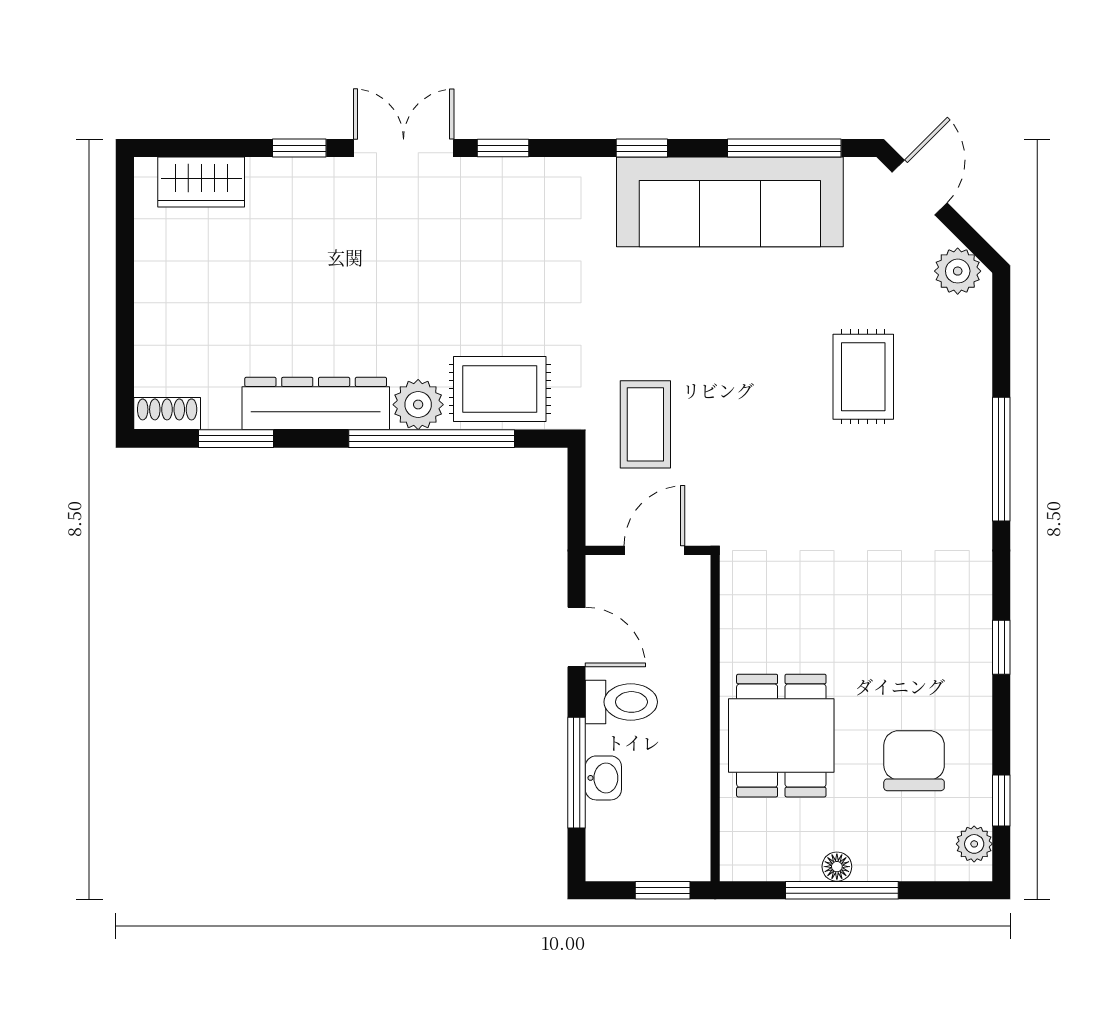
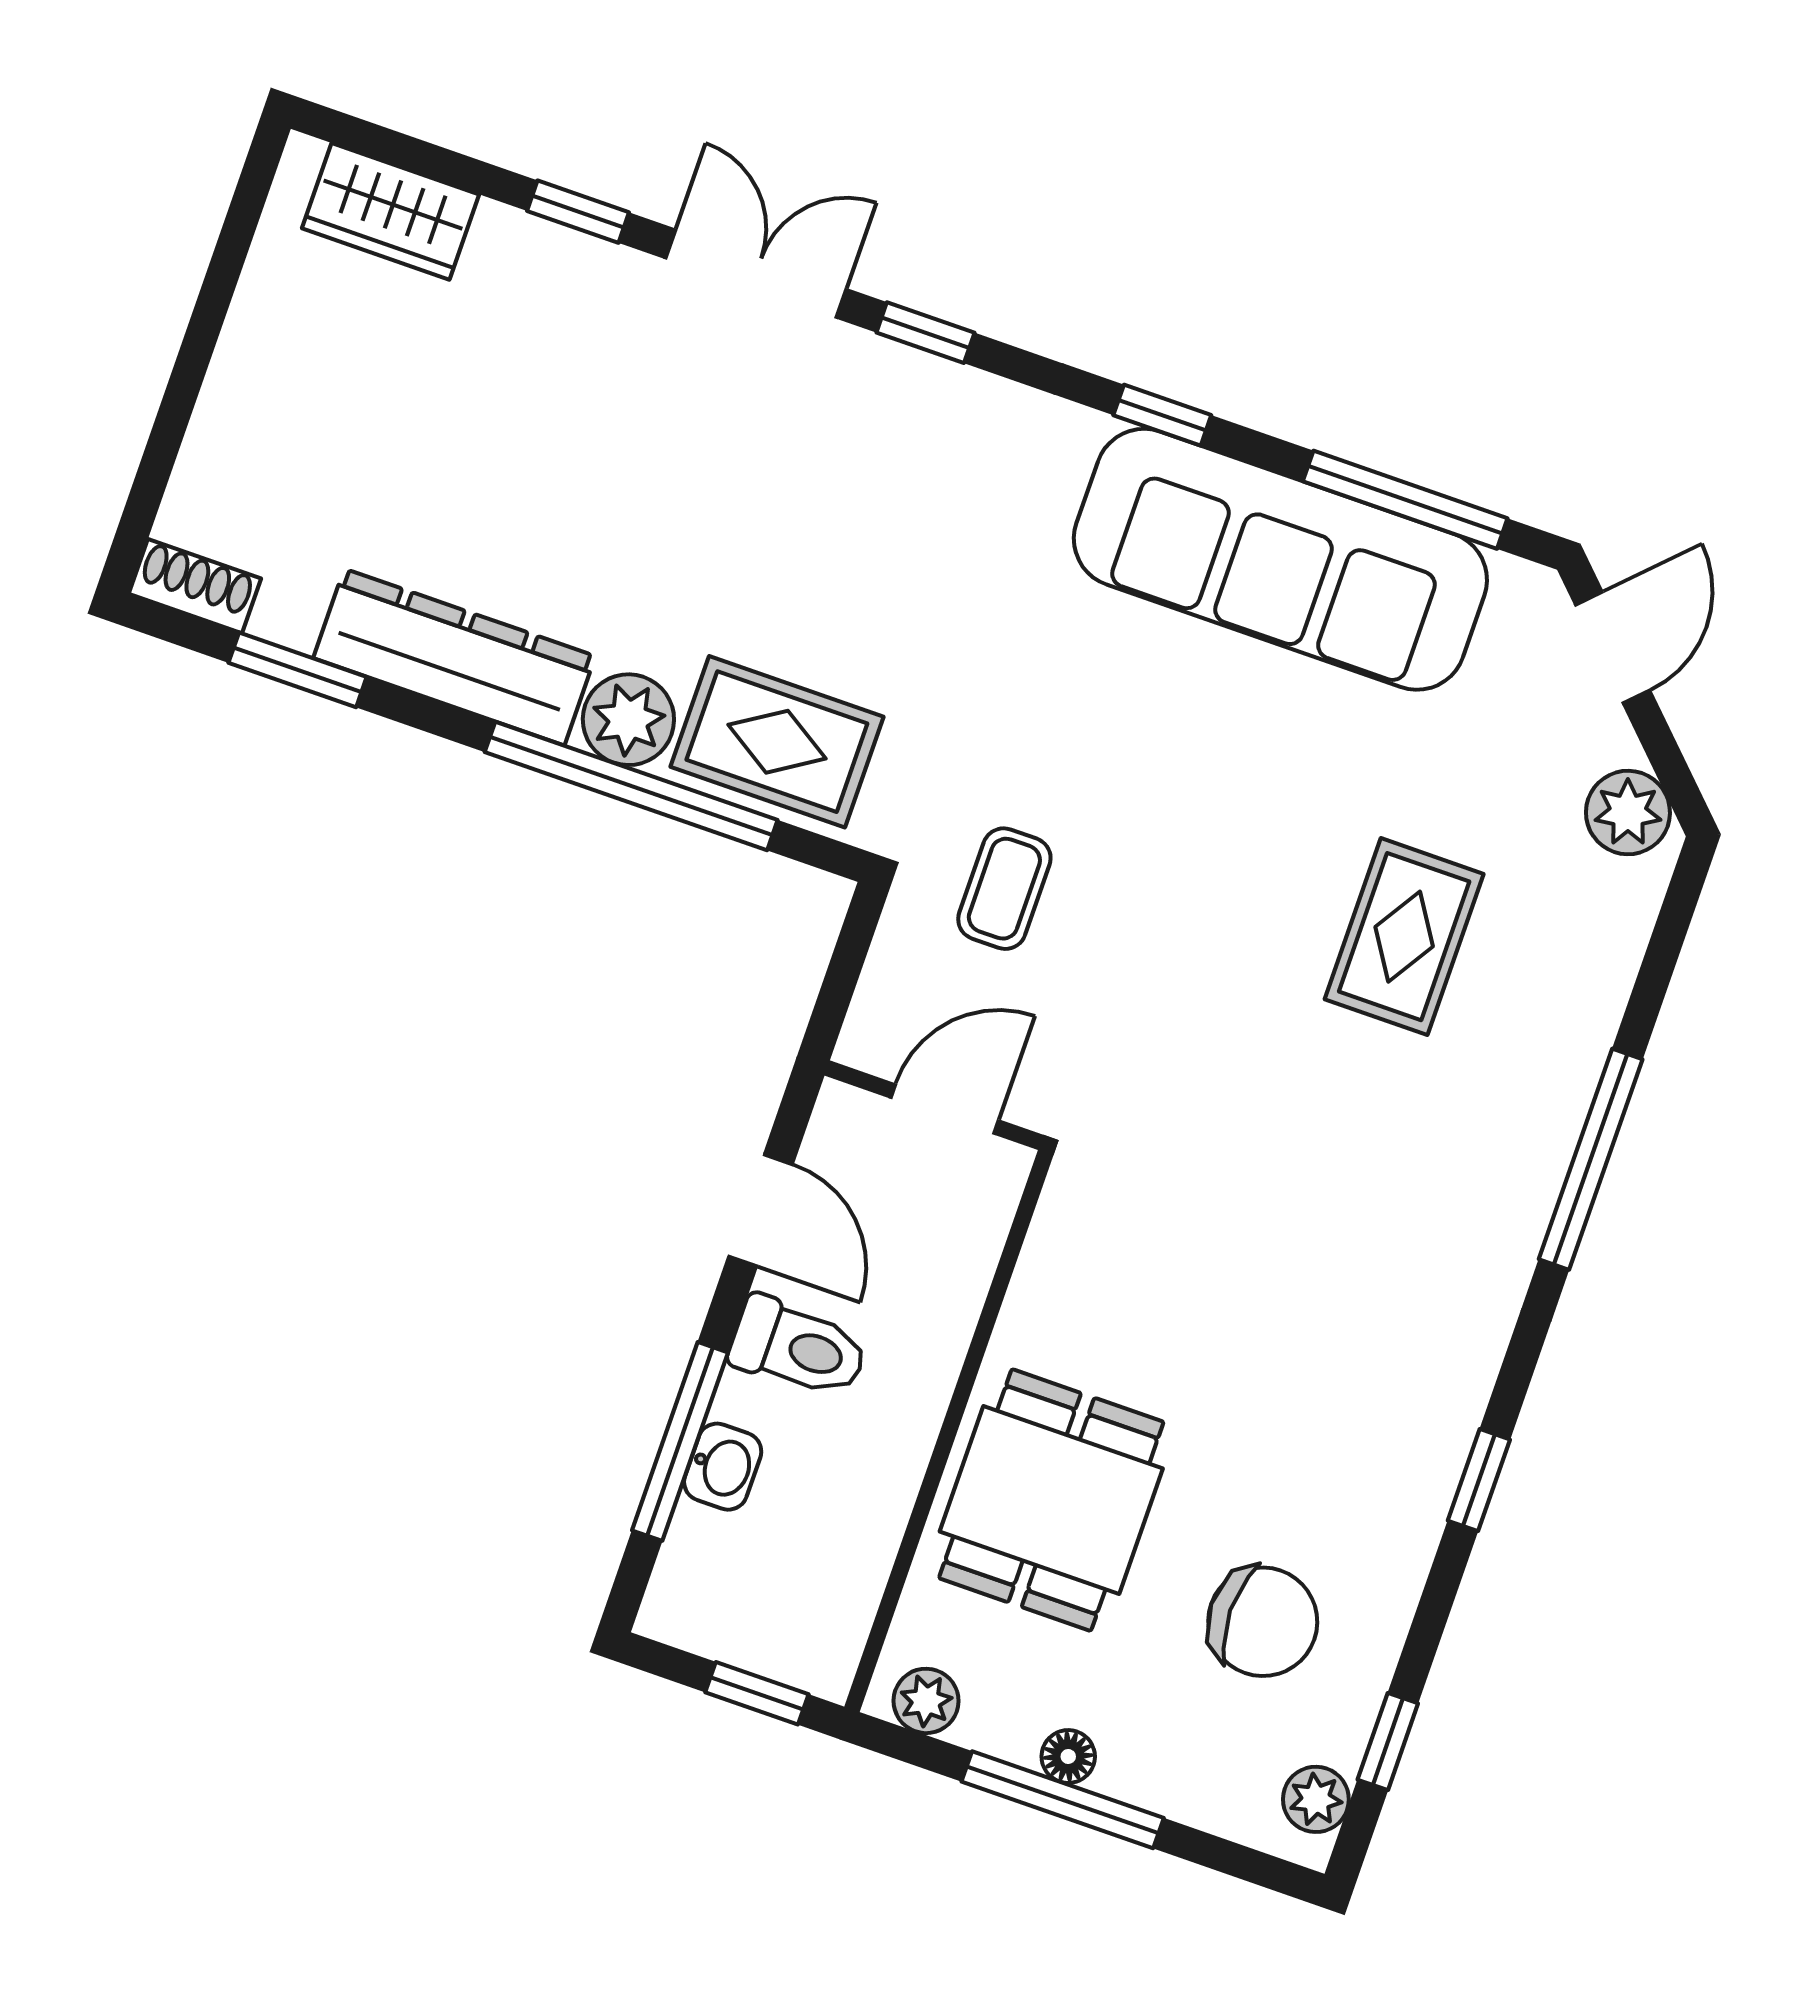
coffee table: (645, 424) -> (1004, 889), width x0.73, depth x0.77
chair: (914, 761) -> (1263, 1622), turned 90
plant: (752, 863) -> (926, 1701), added

